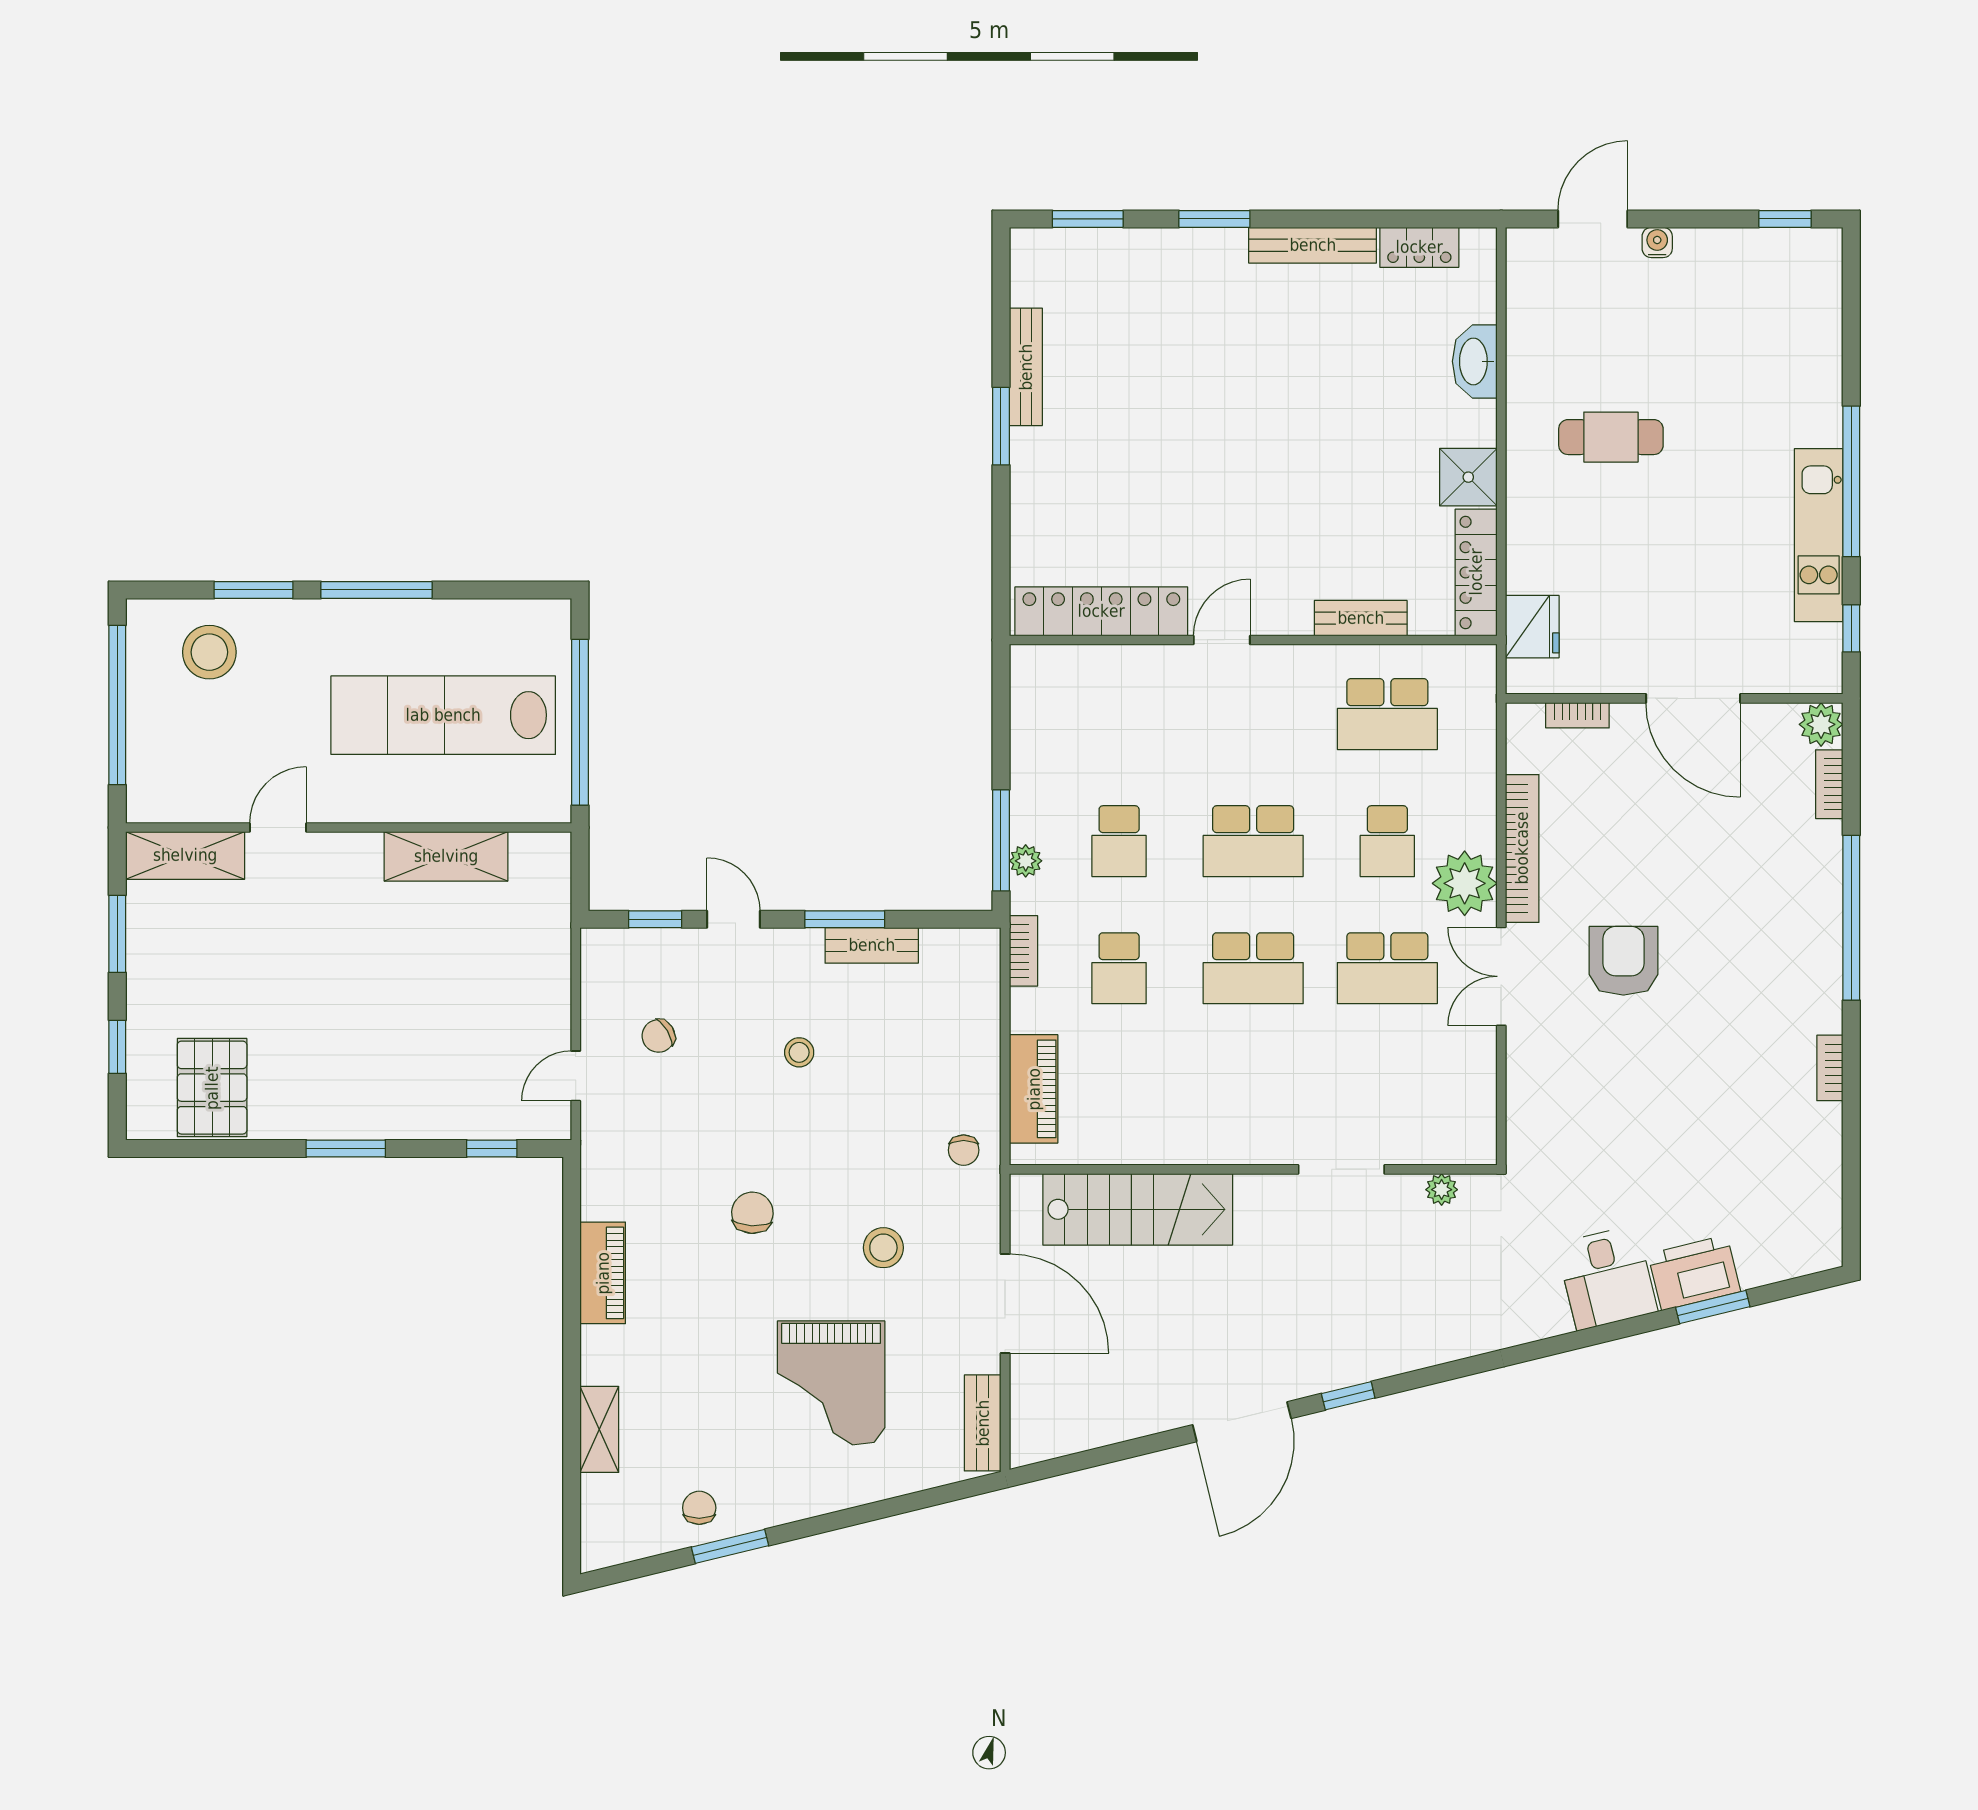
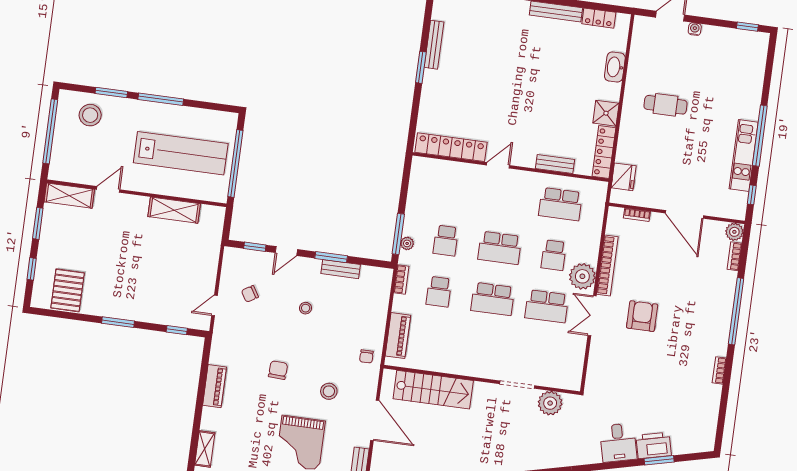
lab bench: (443, 715) -> (181, 153), turned 180
door: (733, 919) -> (286, 251), swing flipped
plant: (1442, 1190) -> (550, 403), width x1.88, depth x1.88

